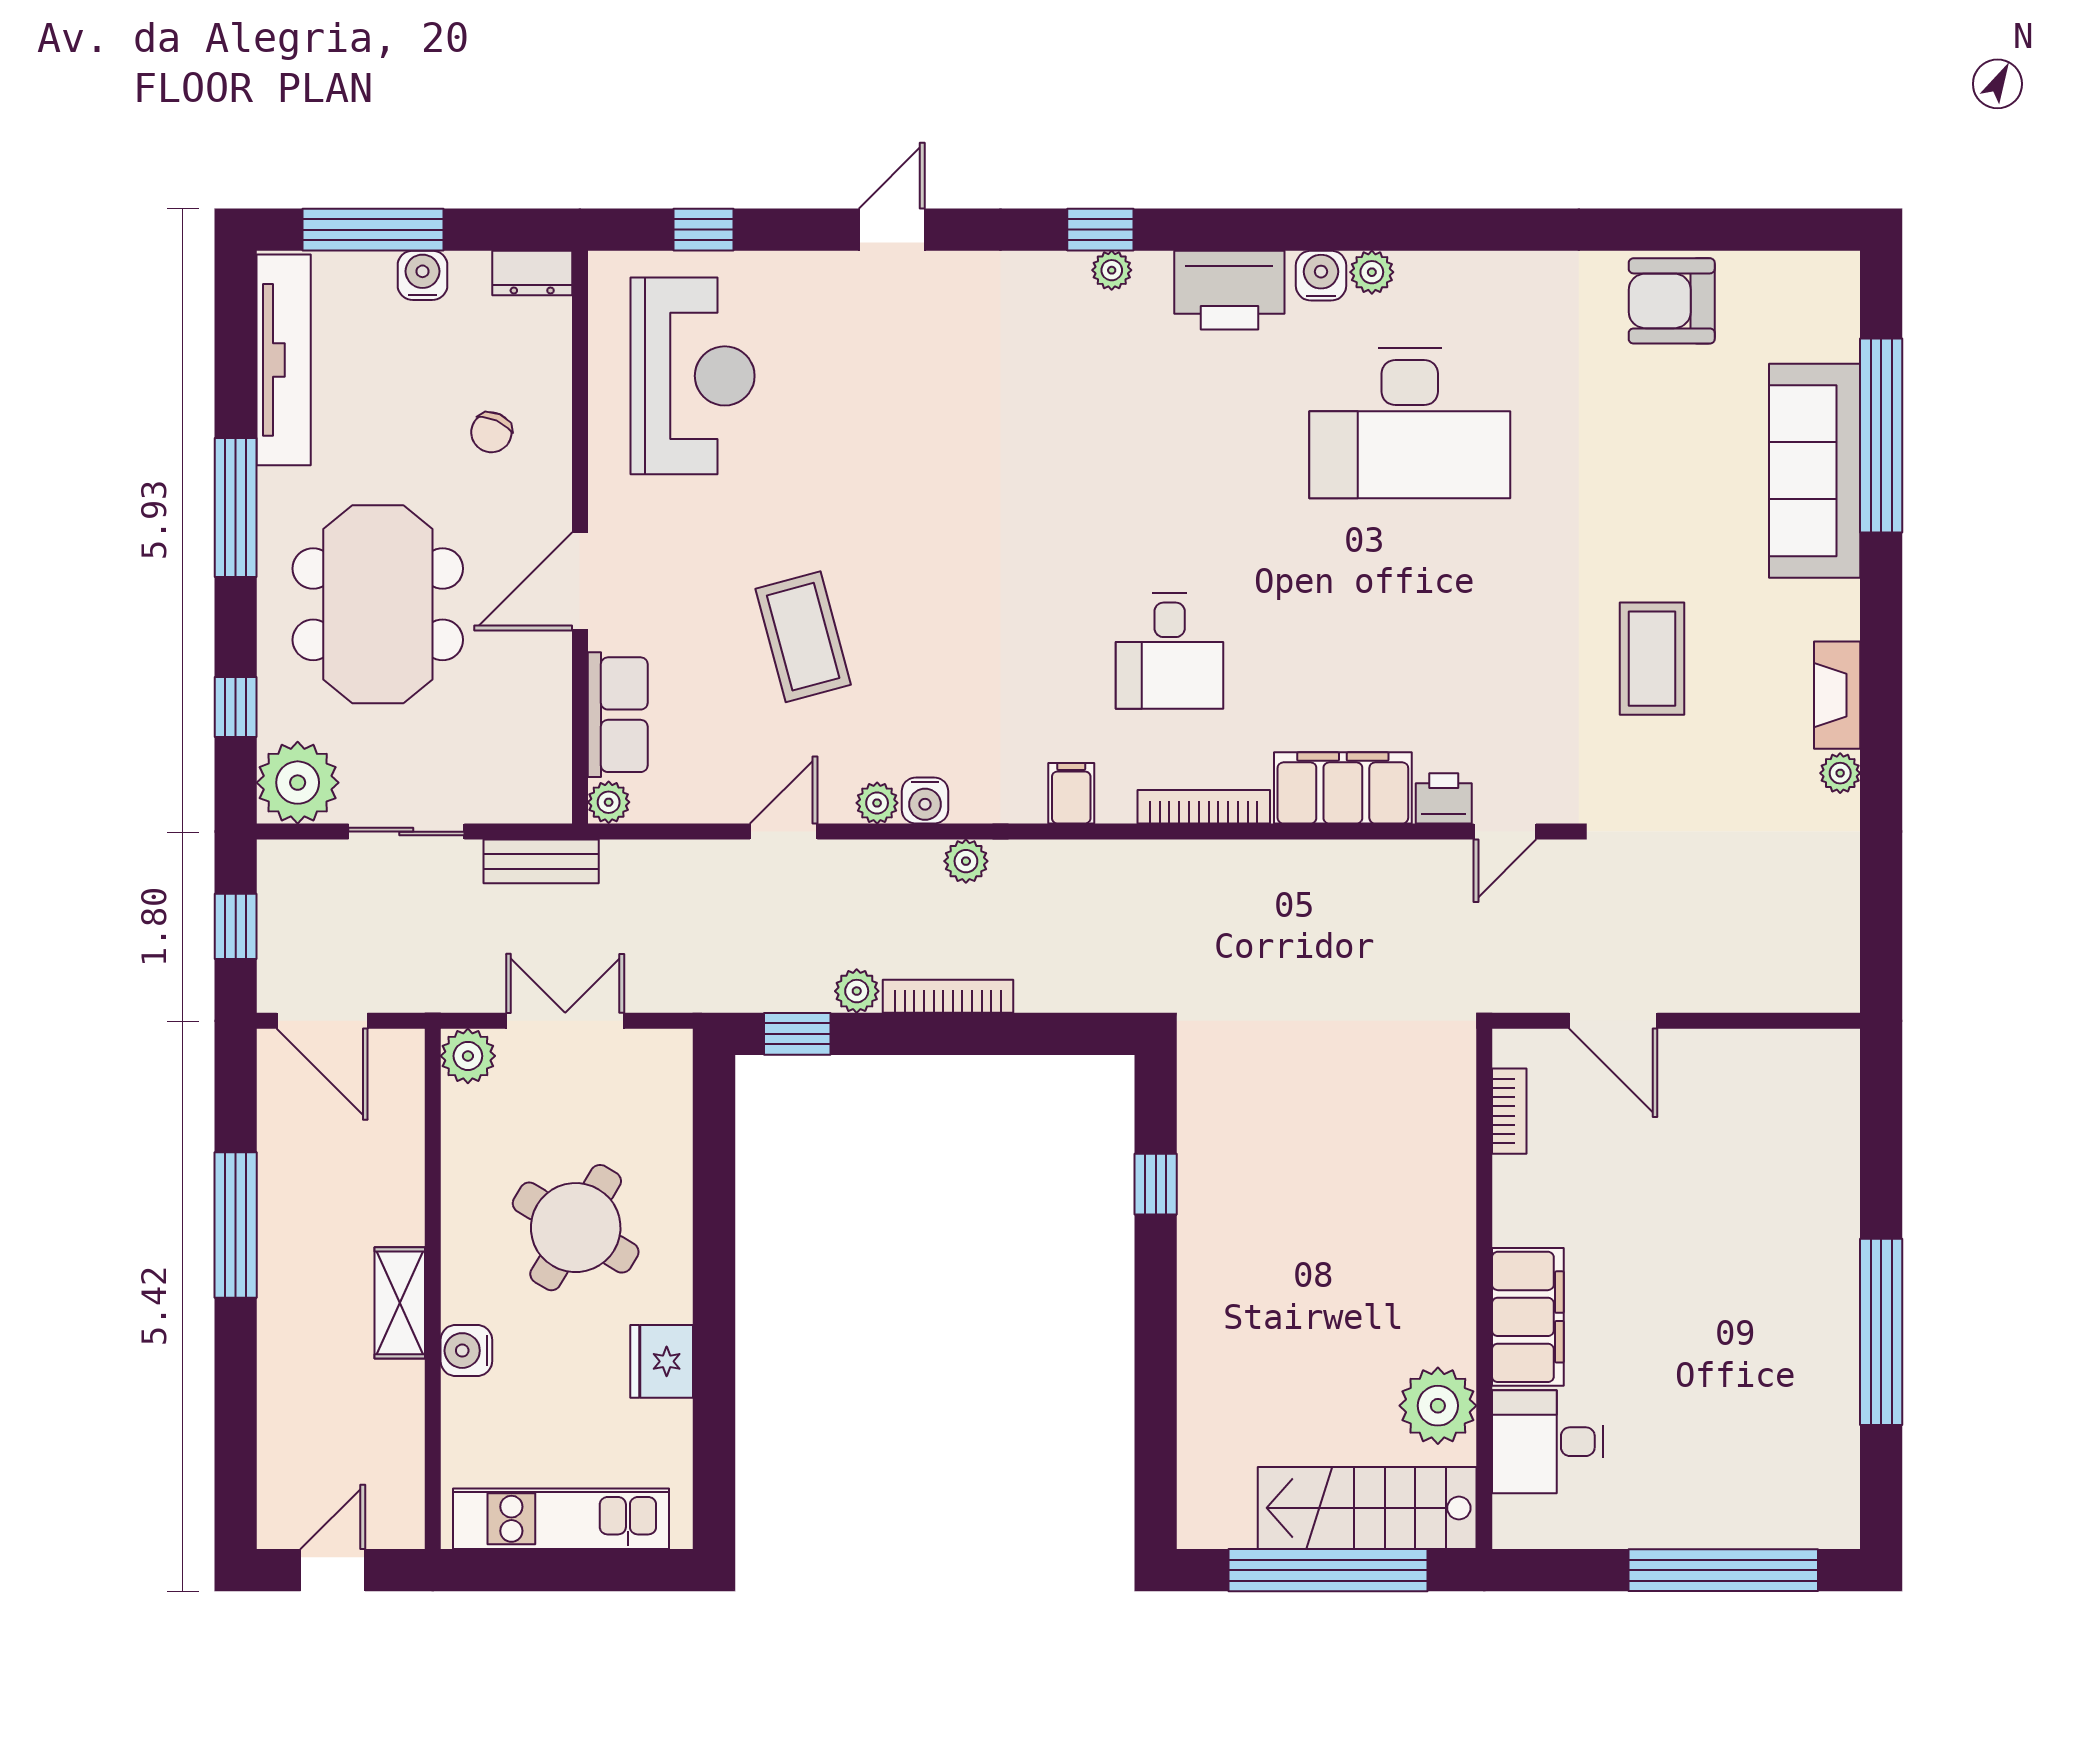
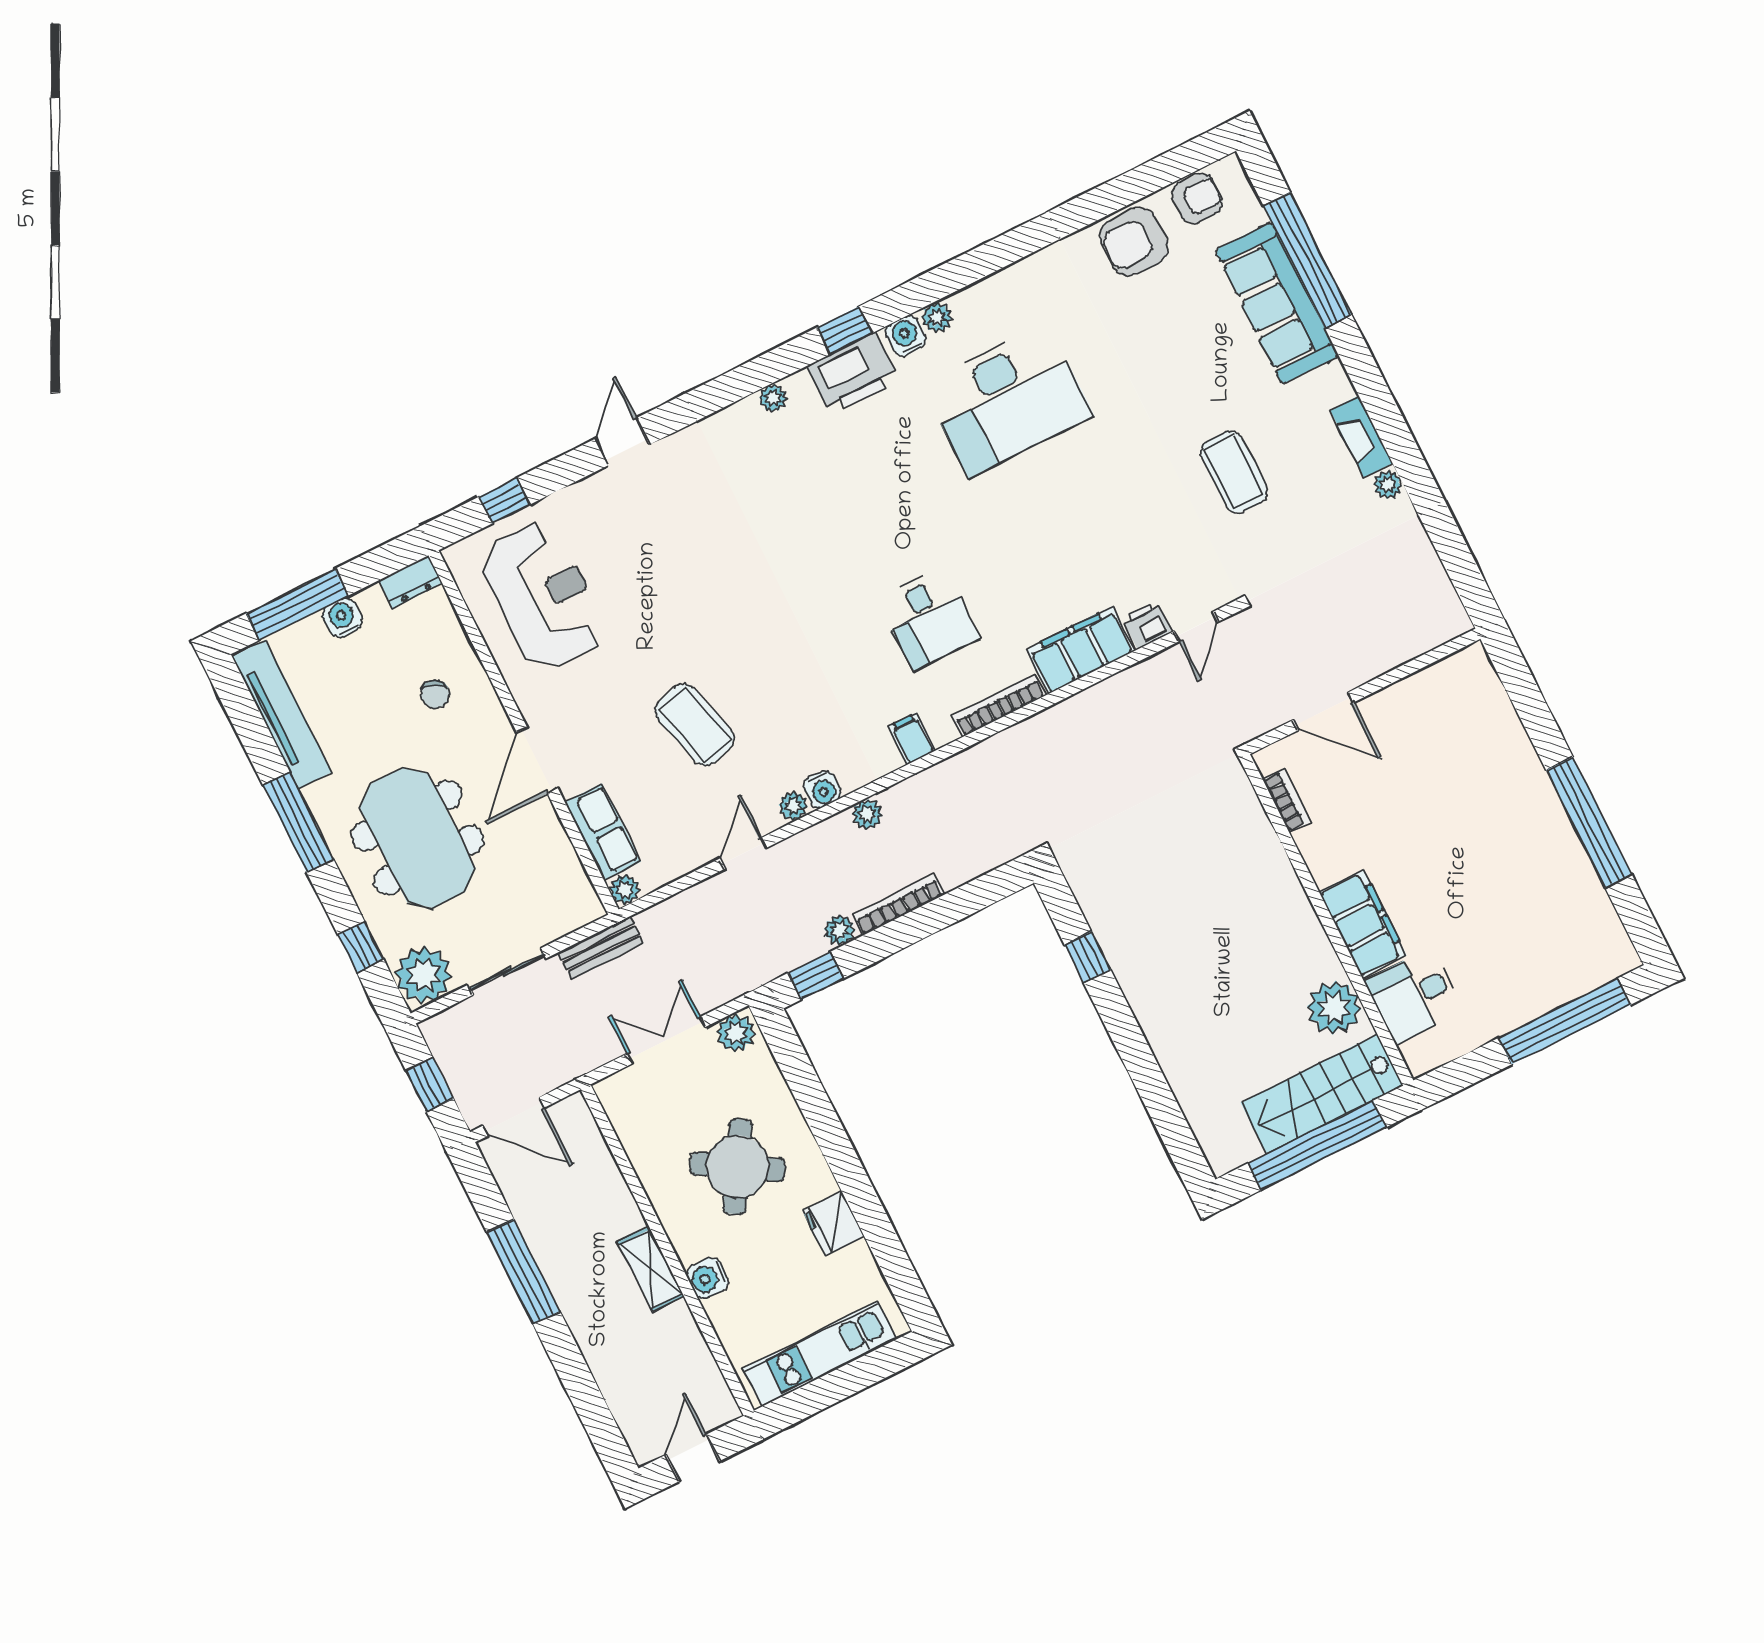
window: (1100, 230) -> (845, 330), moved
armchair: (1780, 287) -> (1197, 199), added
plant: (468, 1056) -> (736, 1033), moved

